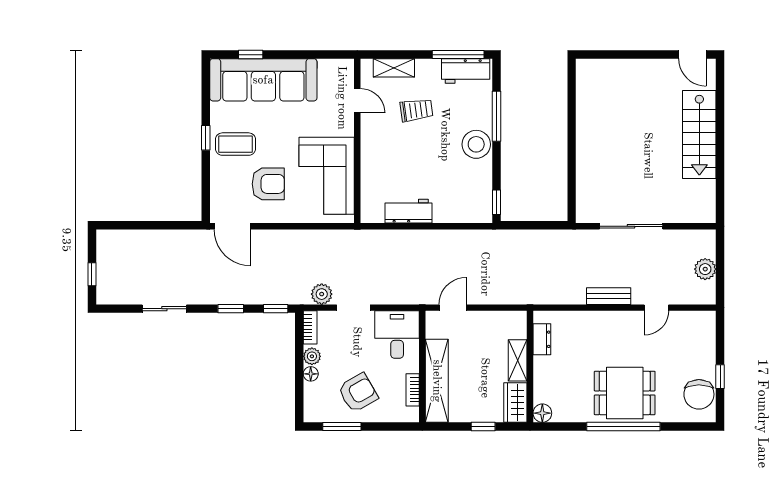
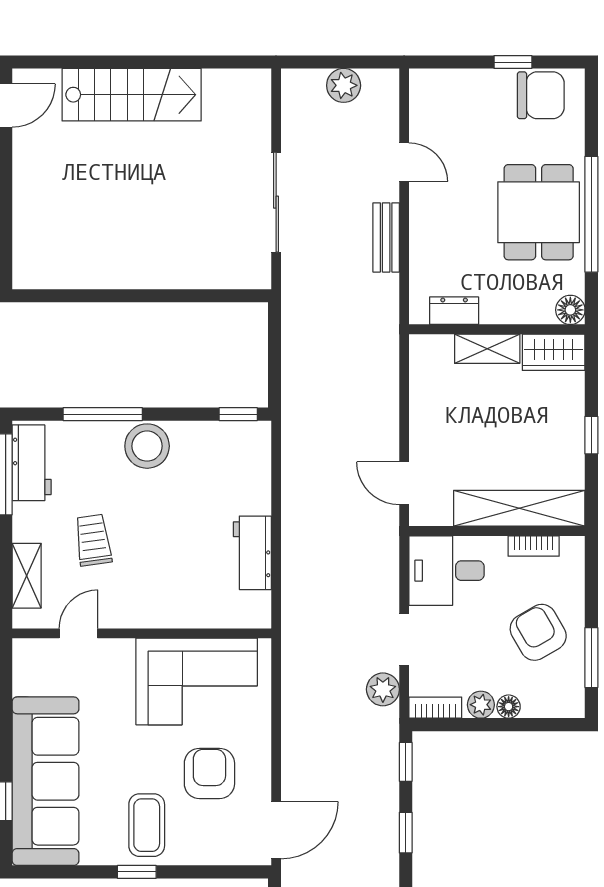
dresser: (542, 339) -> (454, 311), moved
shelving: (518, 360) -> (487, 349), moved
wall: (530, 367) -> (497, 329), moved
wardrobe: (515, 403) -> (554, 352), moved
floor lamp: (542, 413) -> (570, 310), moved

